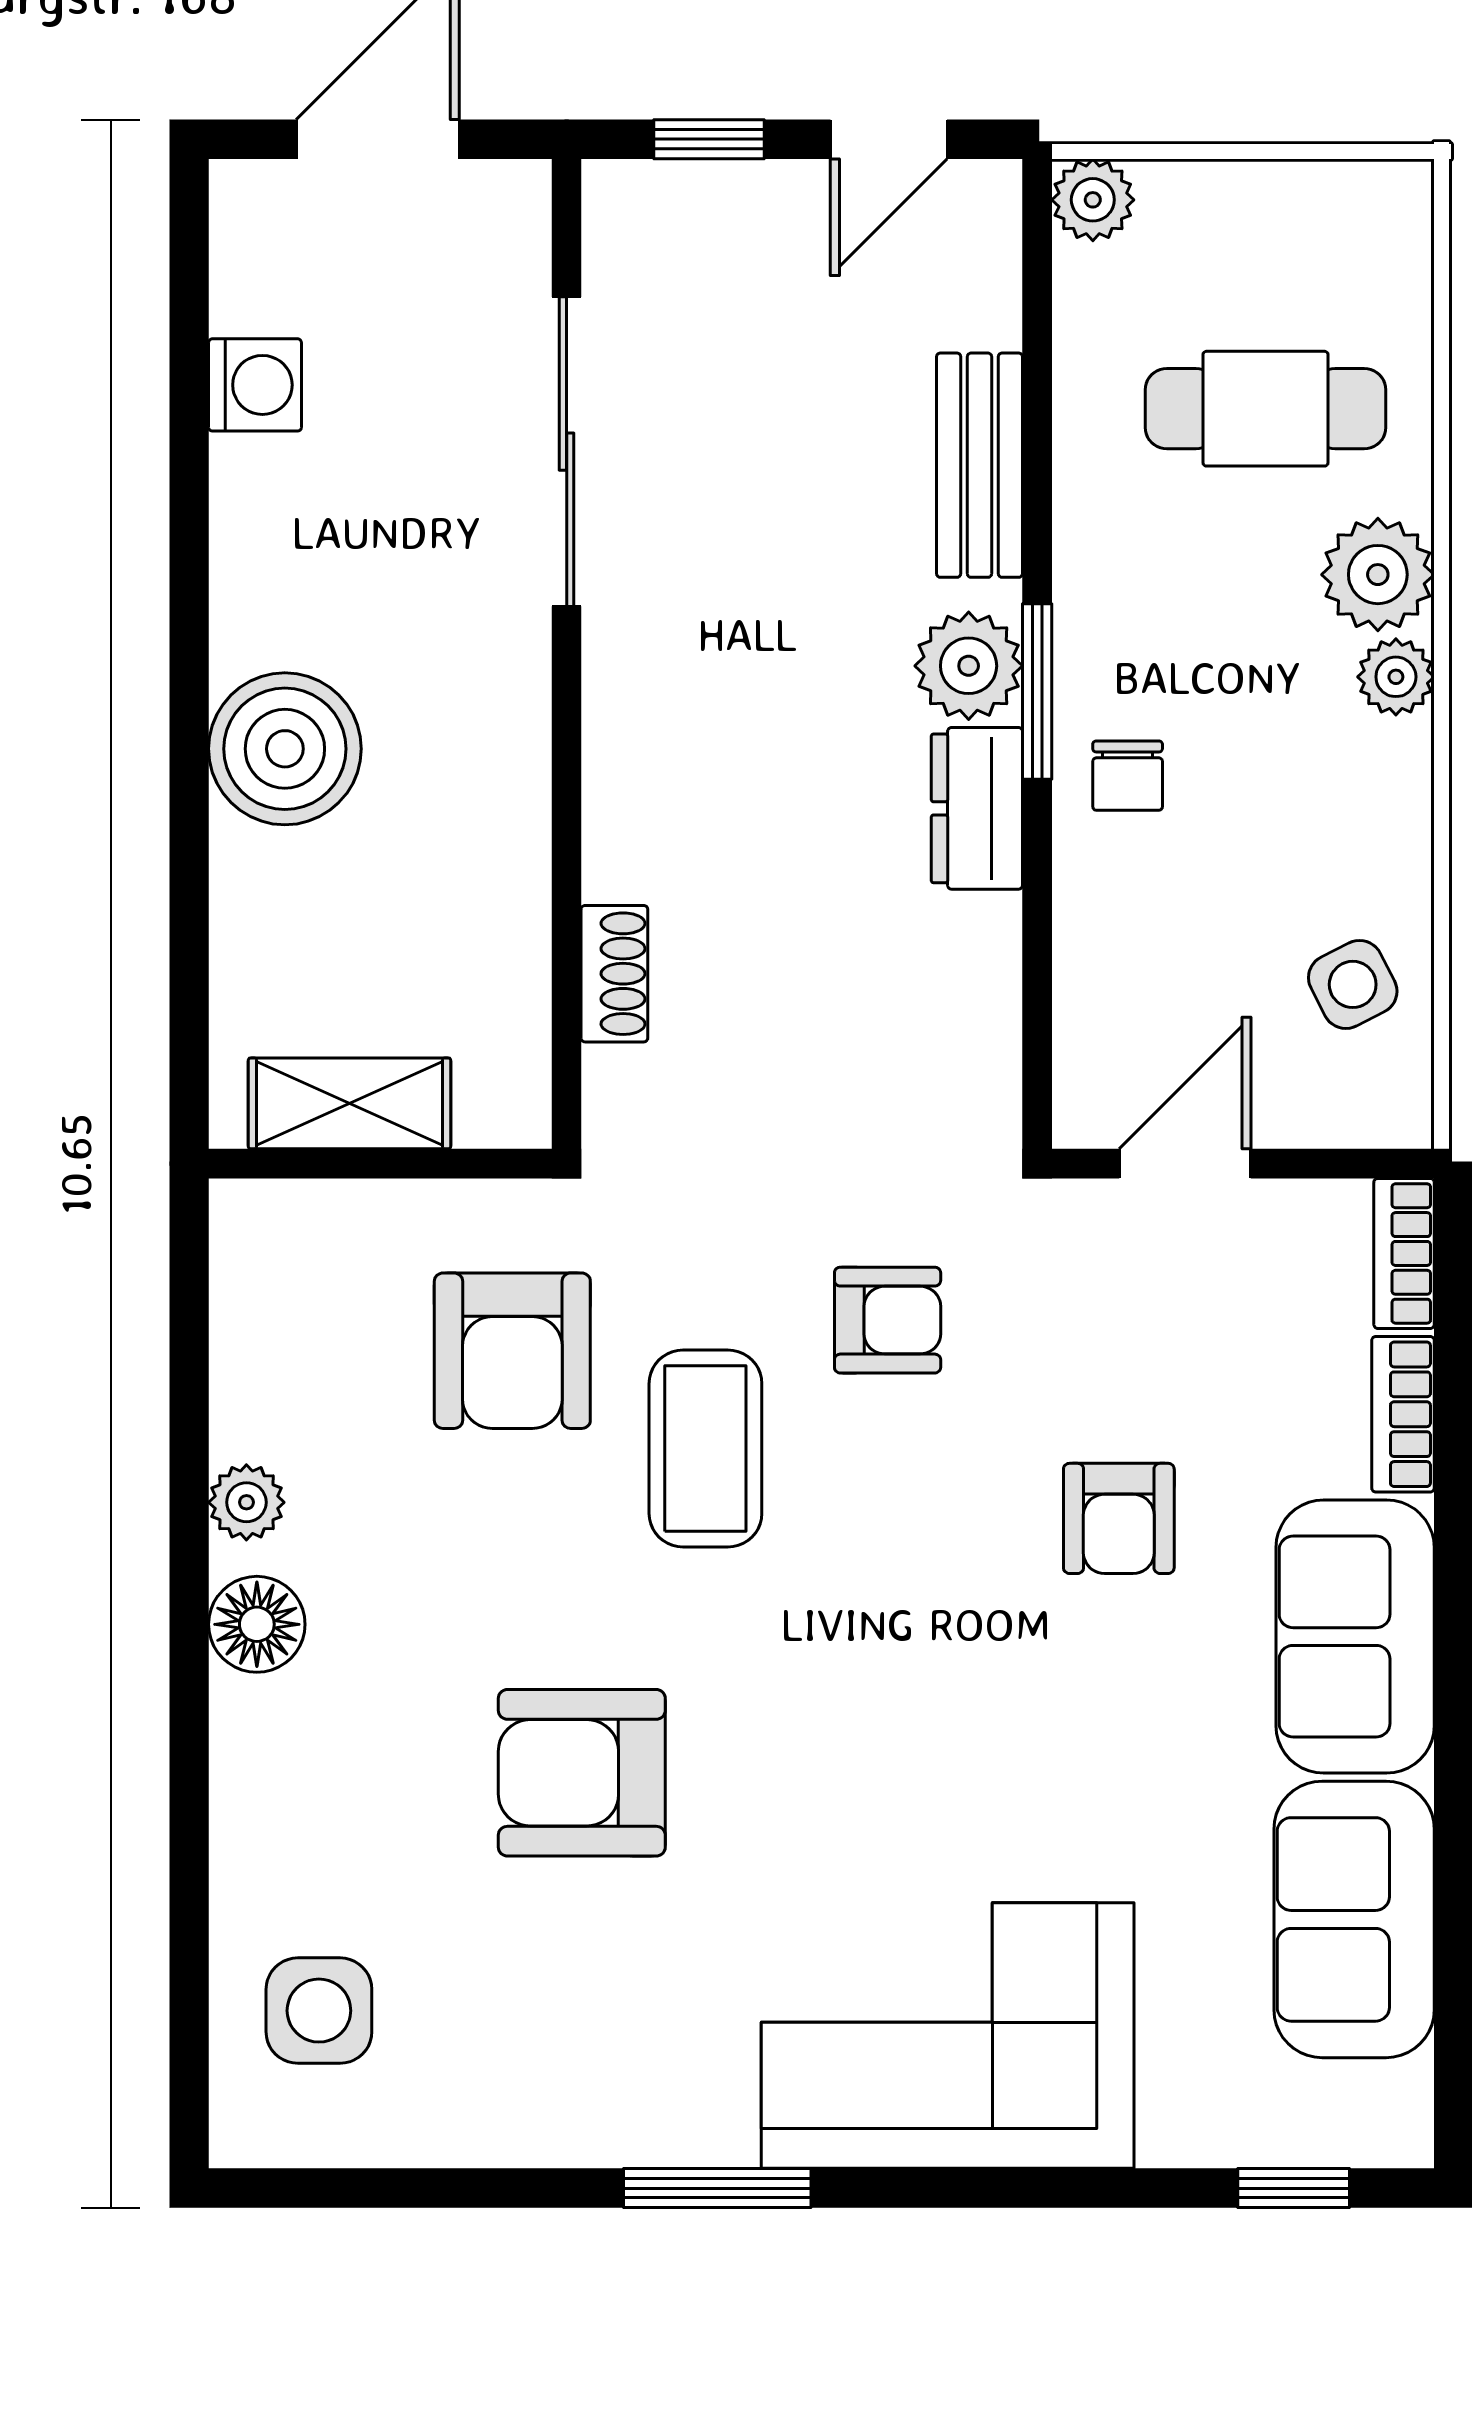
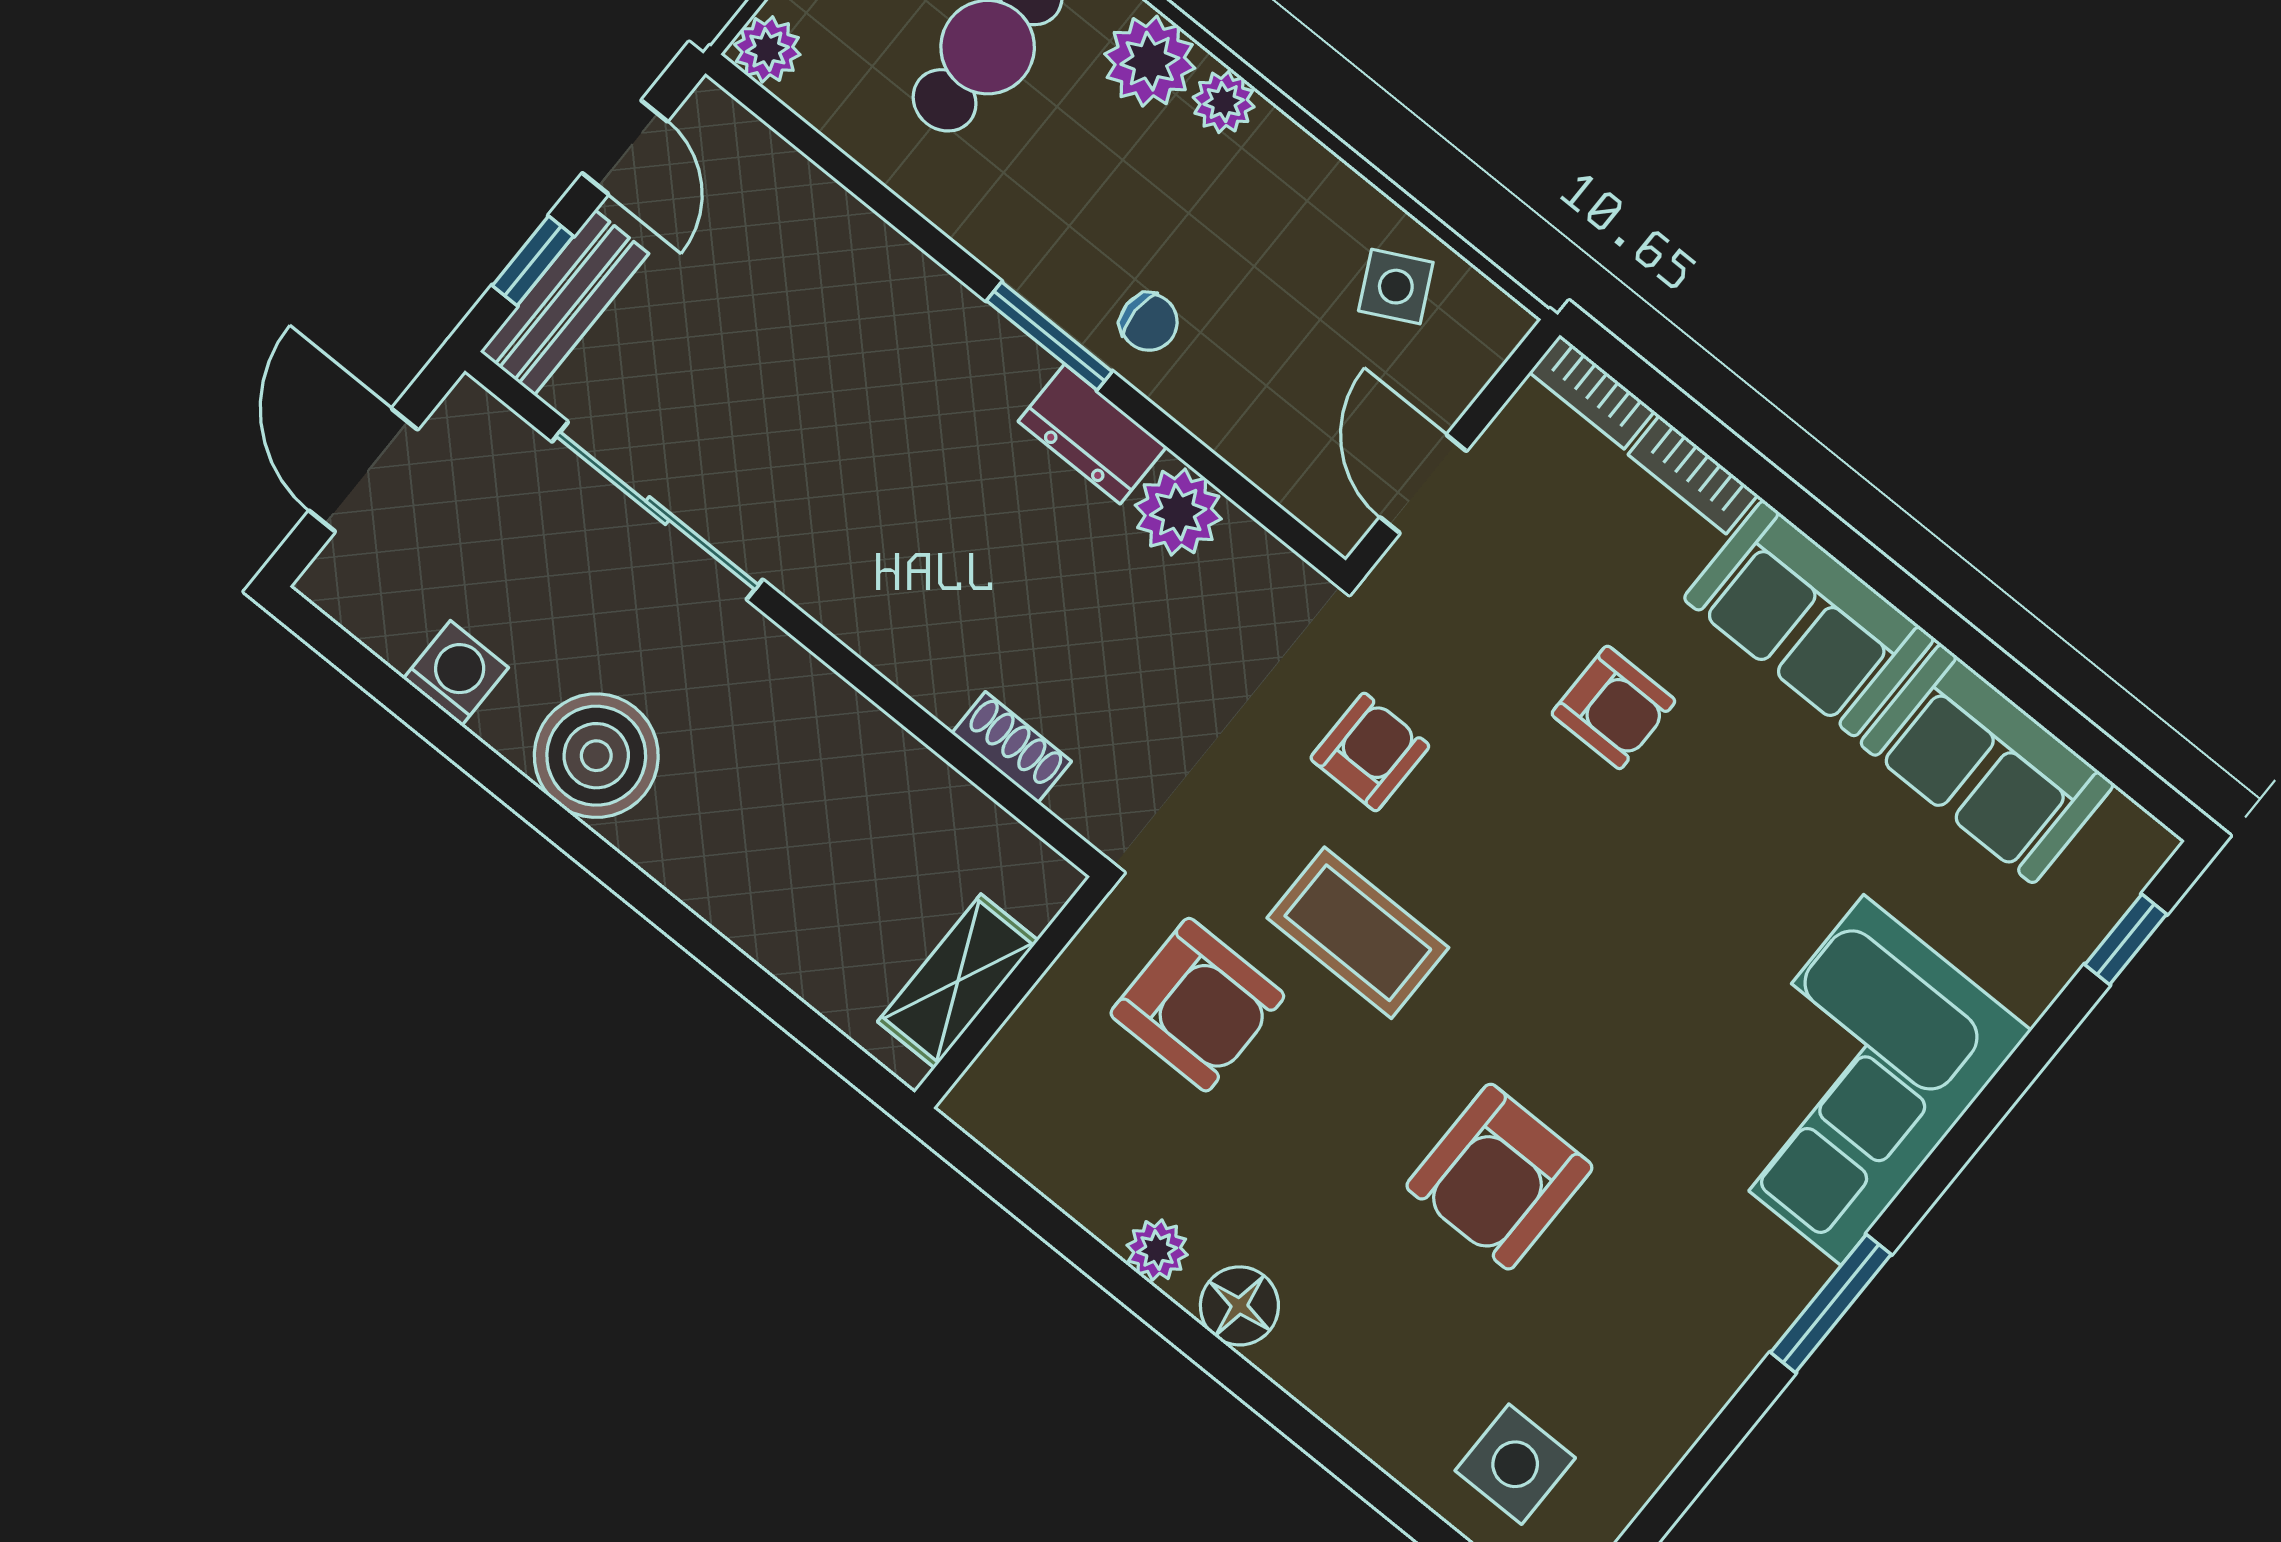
bench: (979, 465) -> (564, 303), moved, turned 90
plant: (969, 666) -> (1178, 512), moved
boiler: (285, 749) -> (596, 756), moved

